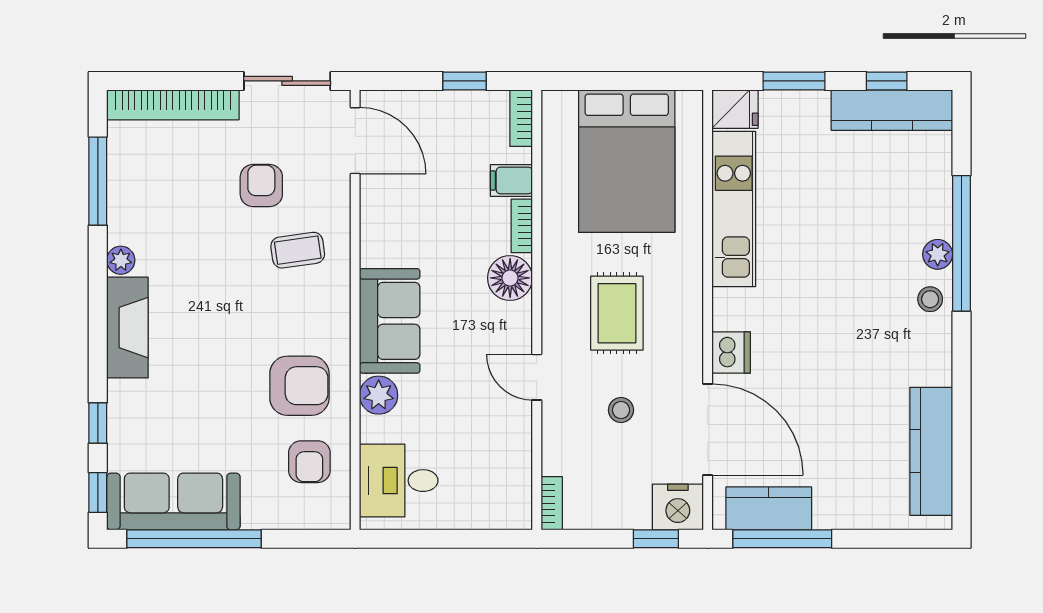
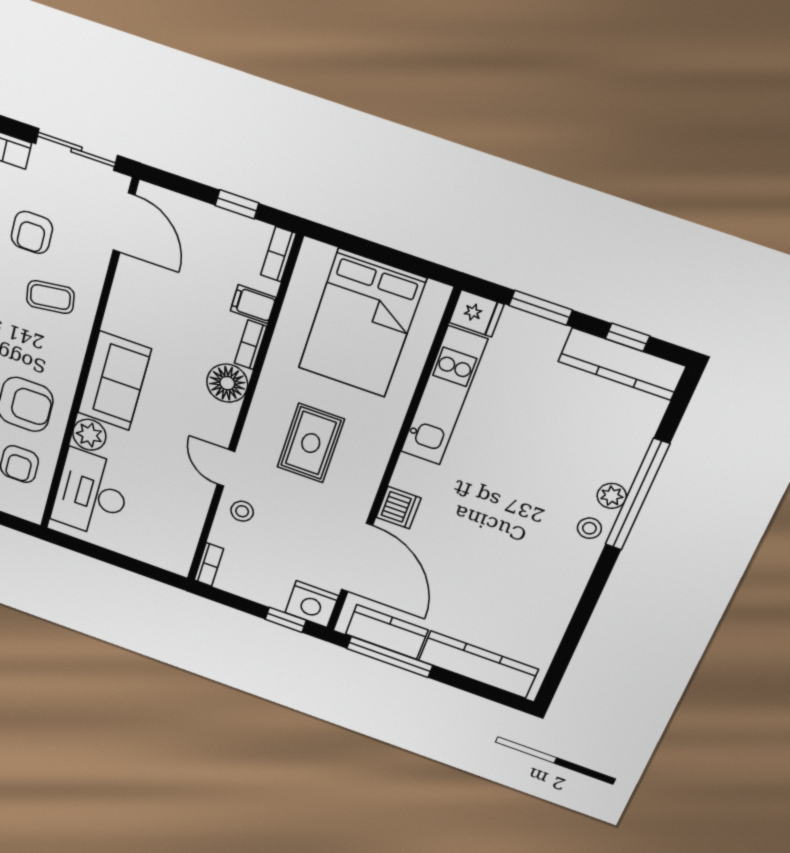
armchair: (261, 186) -> (32, 232), turned 180
stool: (621, 410) -> (242, 511), moved
kitchen counter: (931, 451) -> (478, 665), moved, turned 90
desk: (399, 481) -> (91, 494), width x1.37

